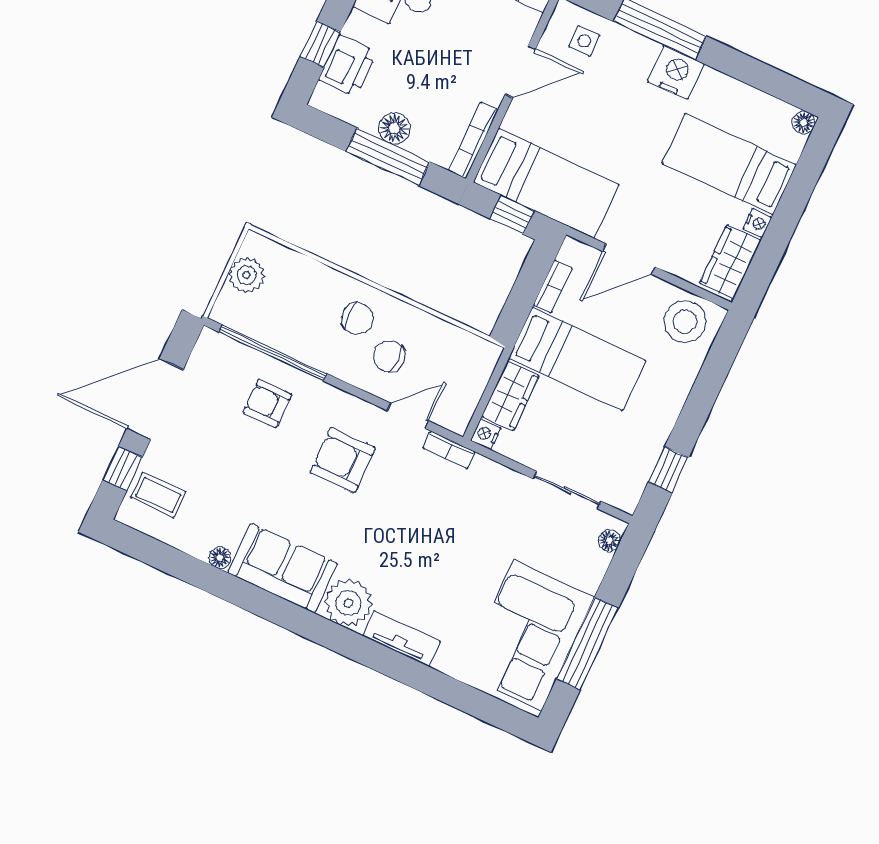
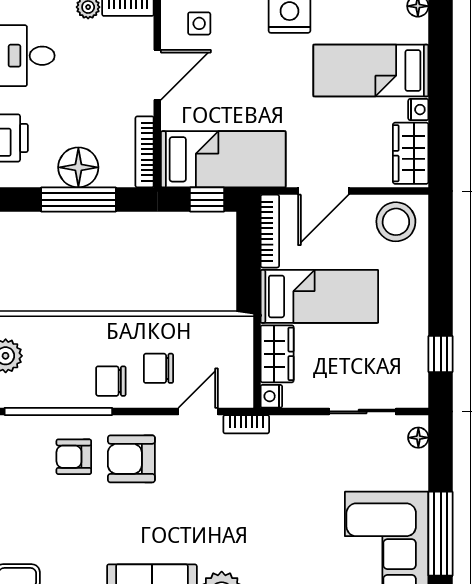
floor lamp: (394, 128) -> (78, 167), width x1.38, depth x1.38
bookcase: (553, 286) -> (270, 231), width x1.56
chair: (357, 319) -> (111, 381), moved, turned 180
armchair: (343, 460) -> (131, 459), moved

